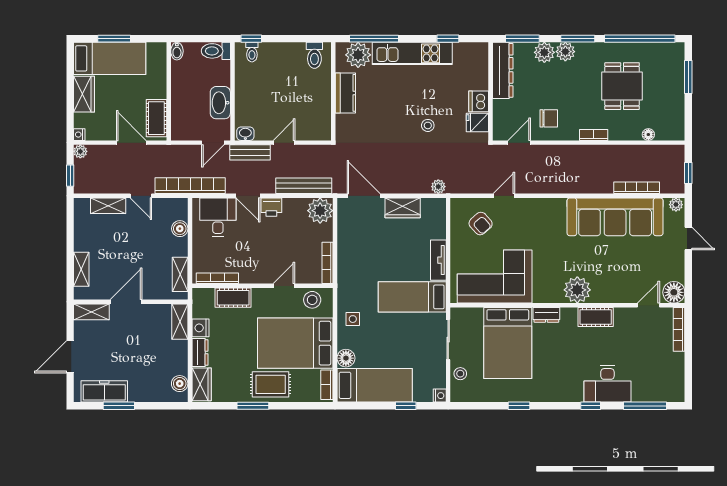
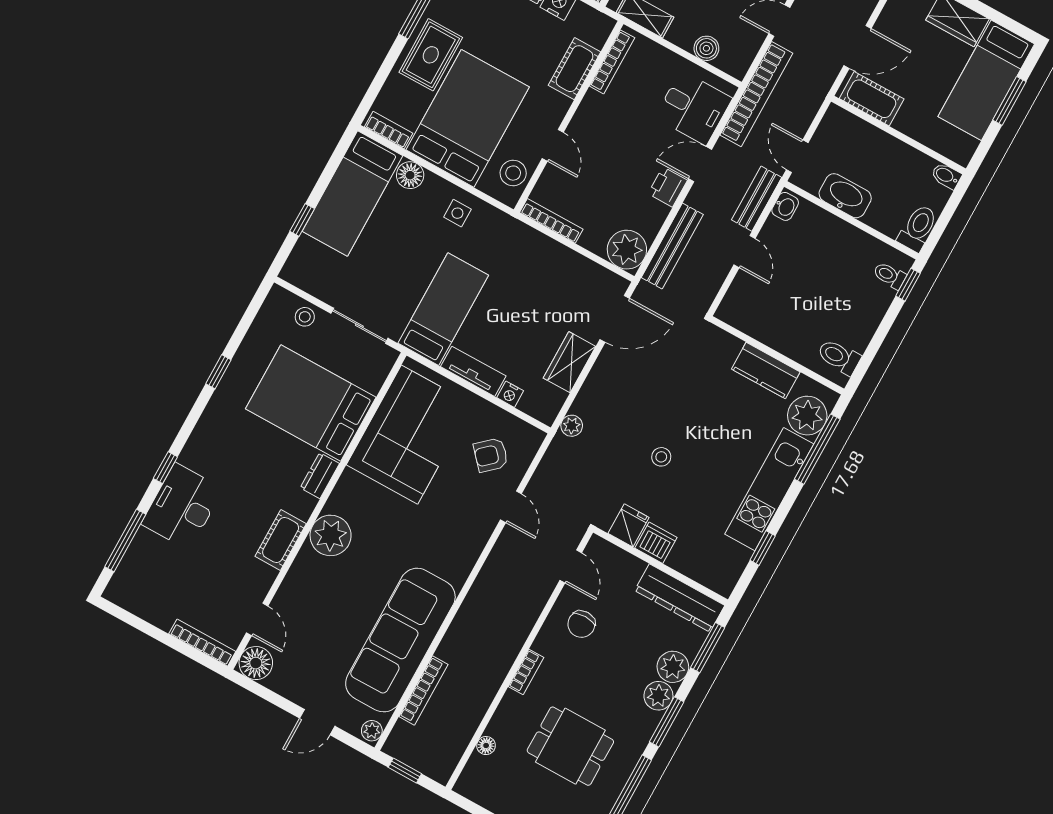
nightstand: (440, 396) -> (510, 394), moved

